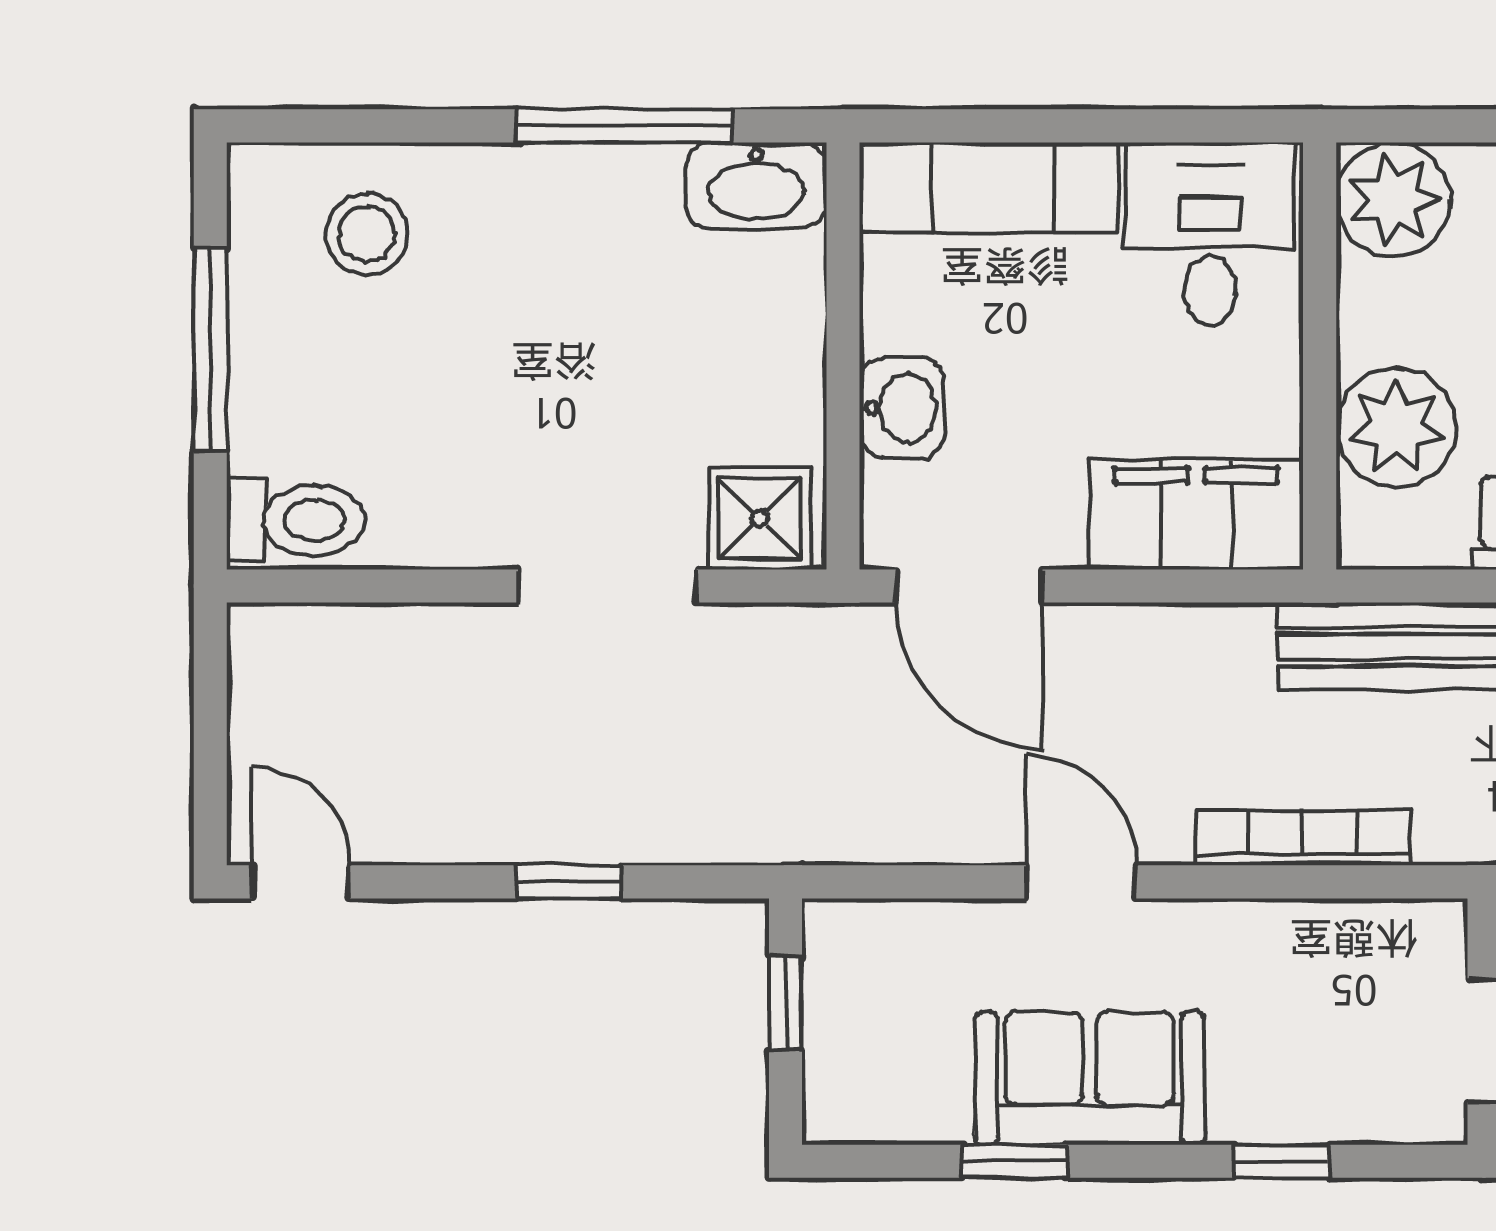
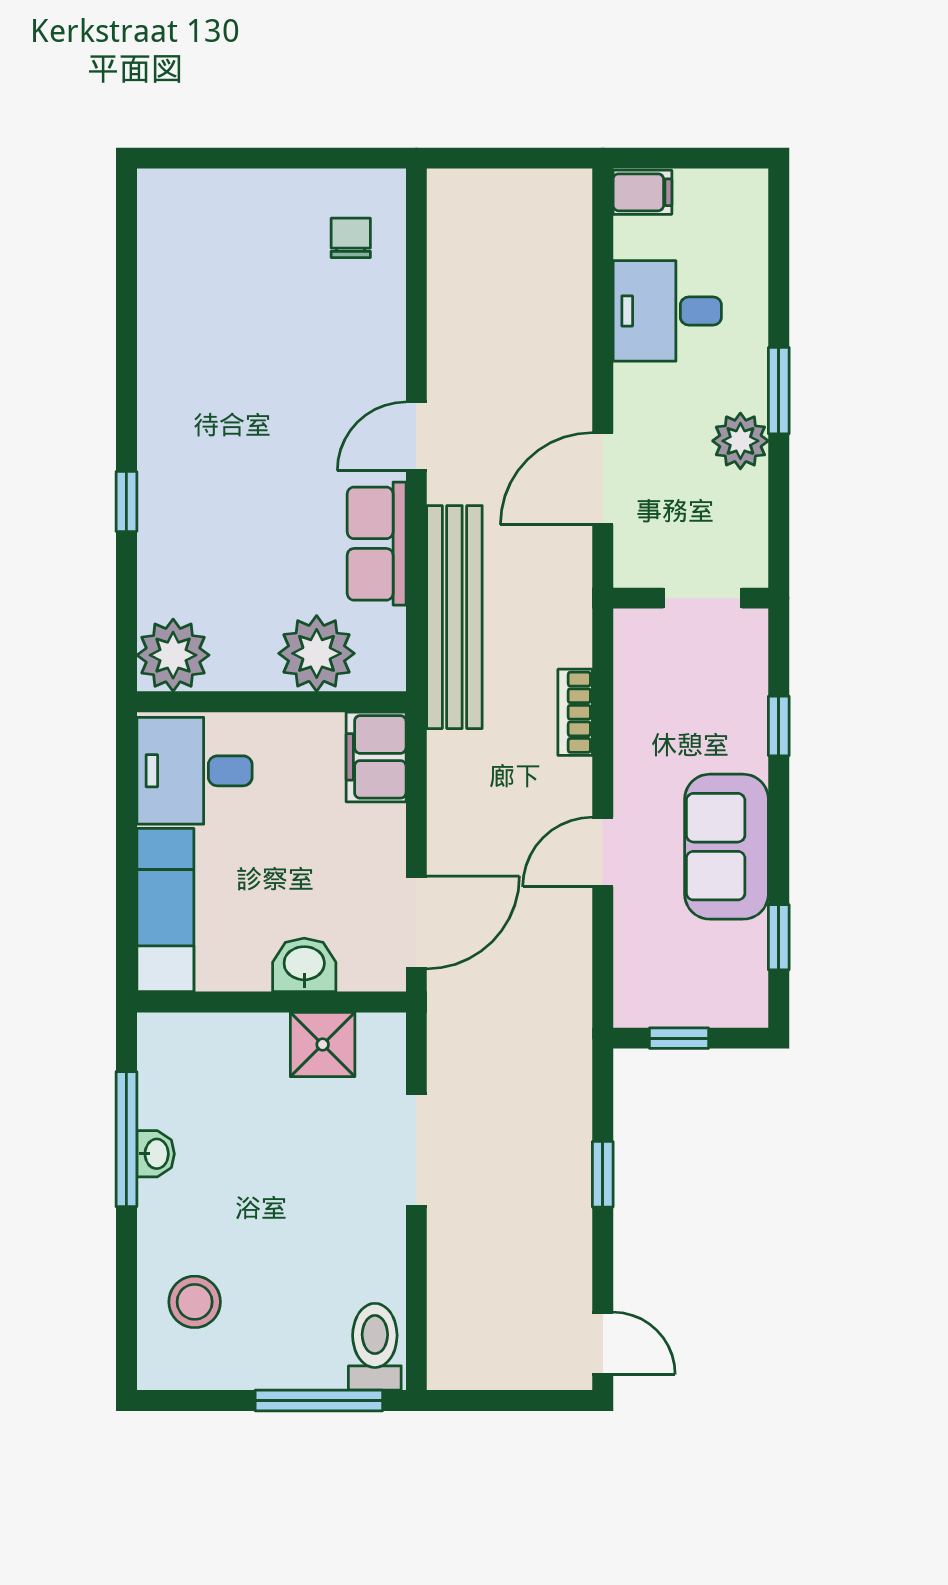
washbasin: (756, 185) -> (156, 1154), moved, width x0.52, depth x0.69
window: (210, 349) -> (319, 1401), moved
filing cabinet: (1196, 514) -> (376, 757), width x0.67, depth x0.86
shower: (760, 518) -> (323, 1044), moved
bookcase: (1303, 838) -> (575, 712), width x0.64
door: (301, 882) -> (603, 1343), swing flipped
window: (1014, 1161) -> (779, 937), moved

